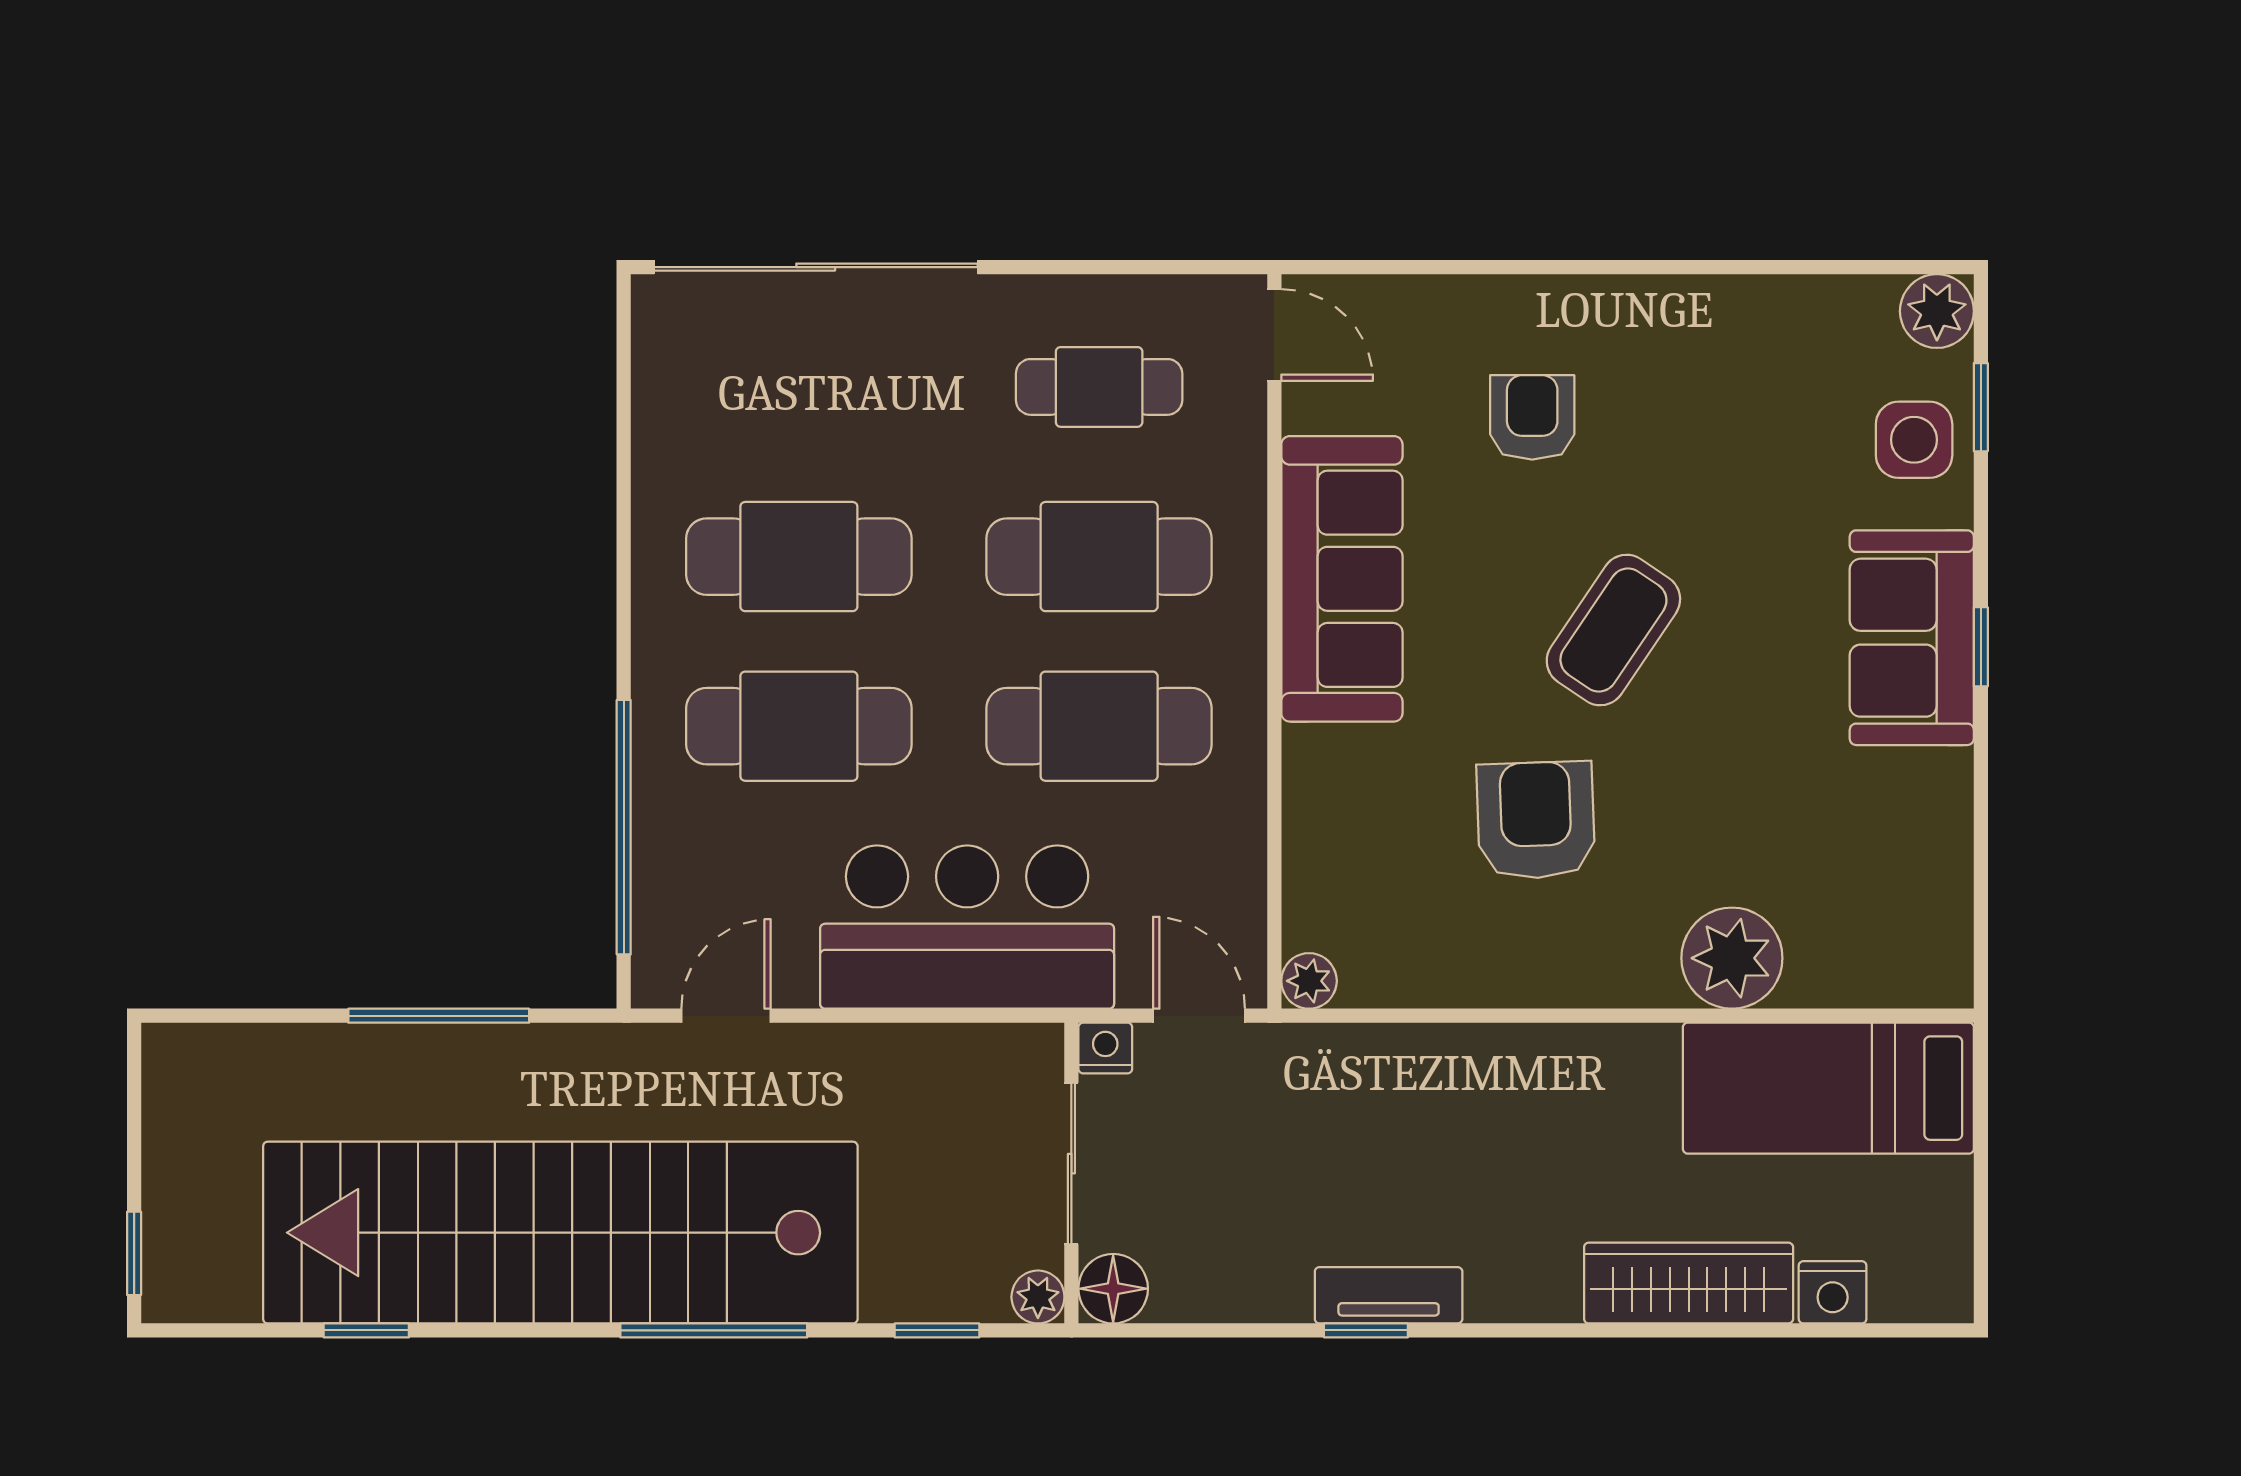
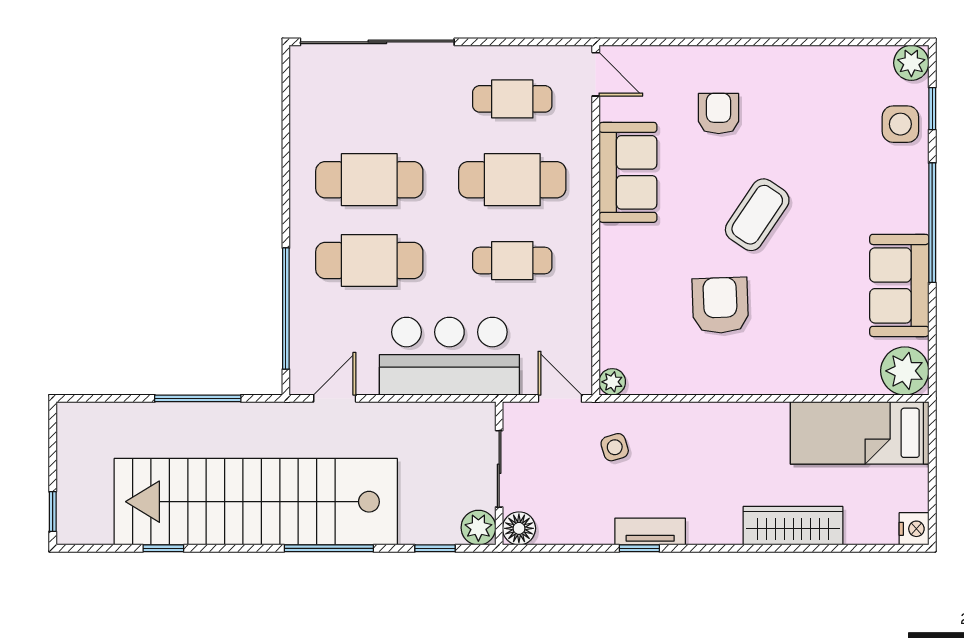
sofa: (1342, 579) -> (628, 172), width x0.73
sofa: (1912, 638) -> (899, 285), moved
window: (1981, 647) -> (932, 223), width x3.17
cafe table: (1099, 726) -> (512, 261), width x0.73, depth x0.74
plant: (1732, 958) -> (905, 371), moved
nightstand: (1105, 1048) -> (515, 414), removed
side table: (1314, 1118) -> (615, 447), added
nightstand: (1833, 1292) -> (914, 529), moved, turned -90
plant: (1038, 1297) -> (478, 528), width x1.38, depth x1.38

